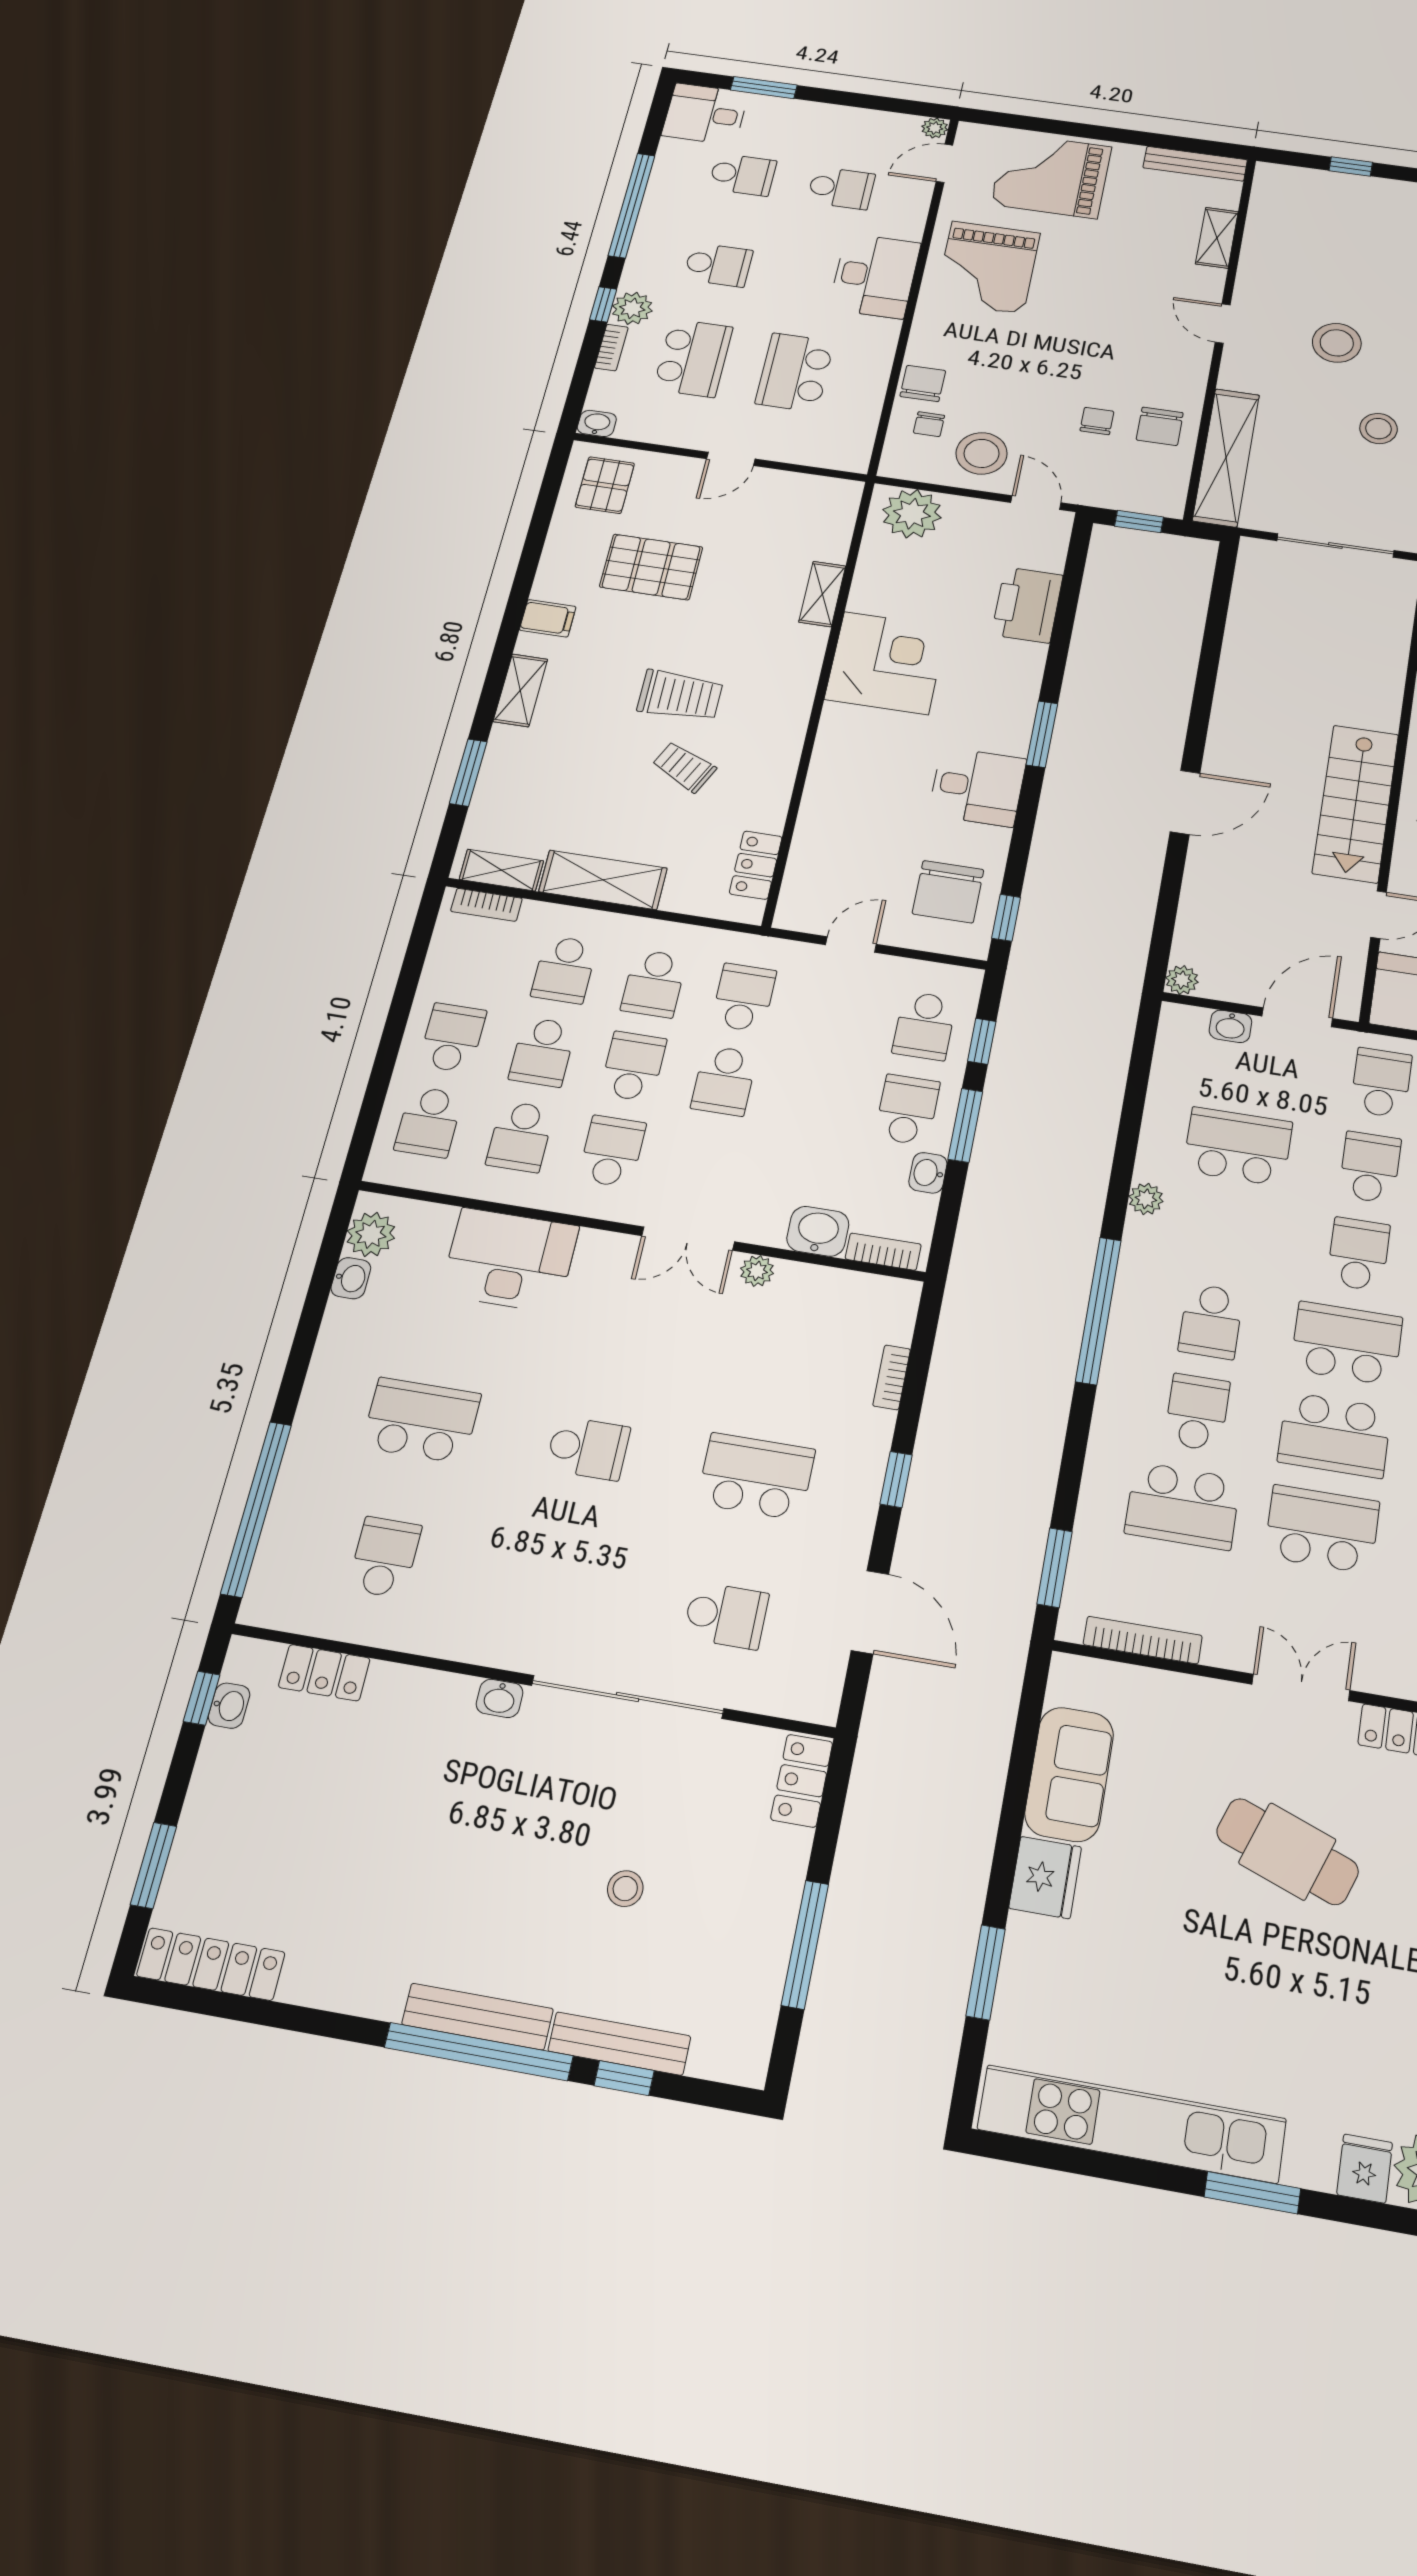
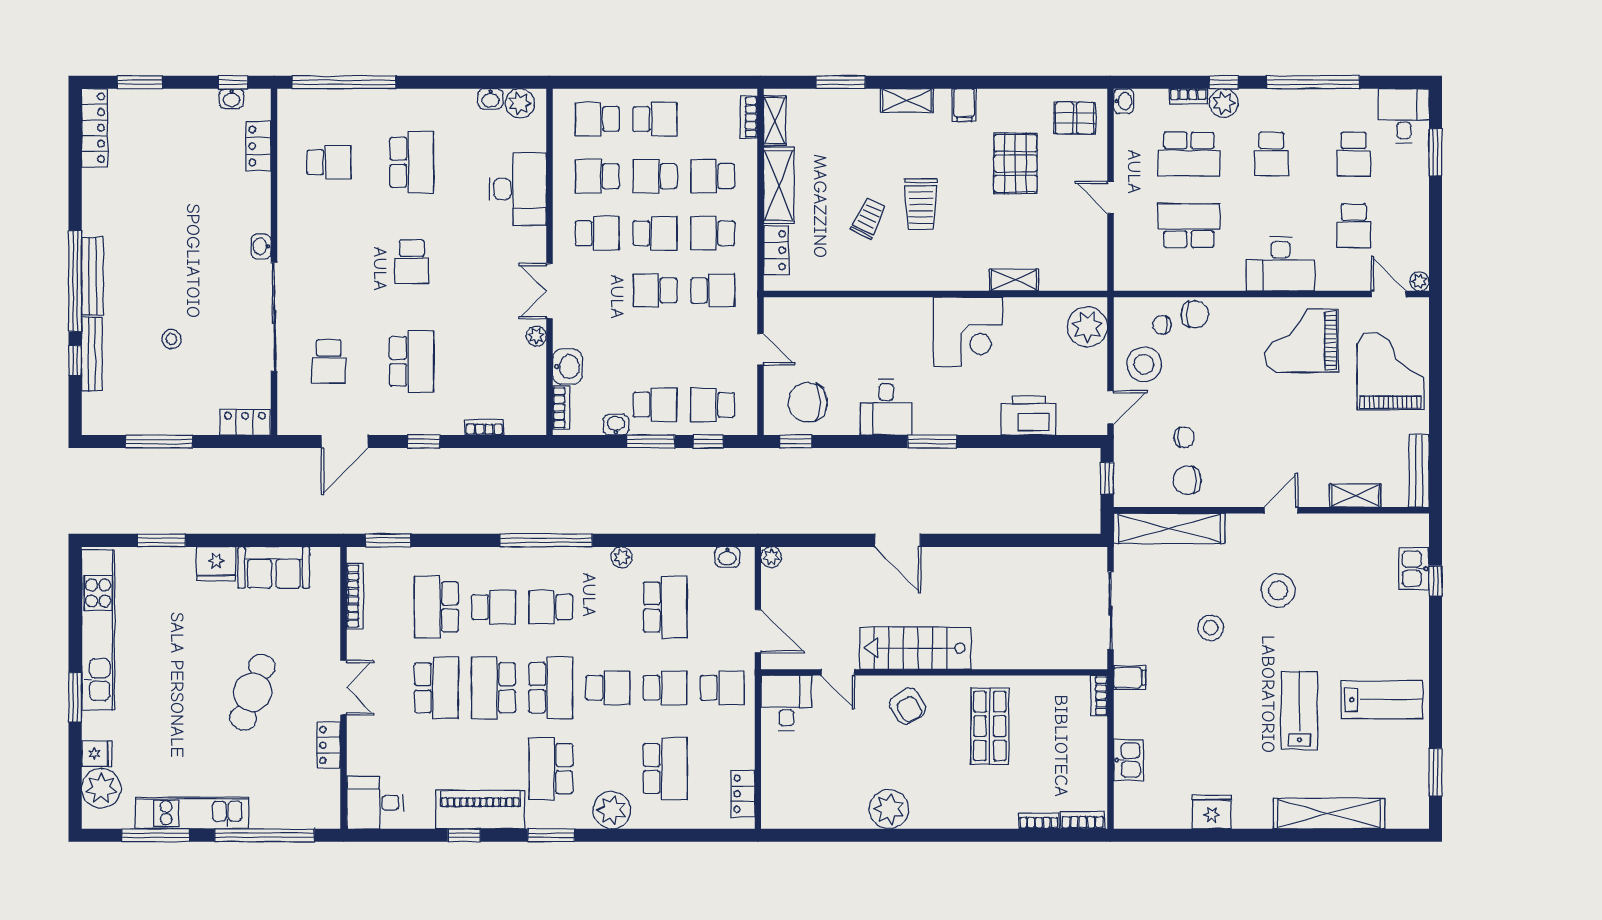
kitchen sink: (1330, 188) -> (1414, 569), added
locker: (756, 865) -> (776, 250), moved, turned 90
washbasin: (1230, 1026) -> (727, 557), moved, turned -90

